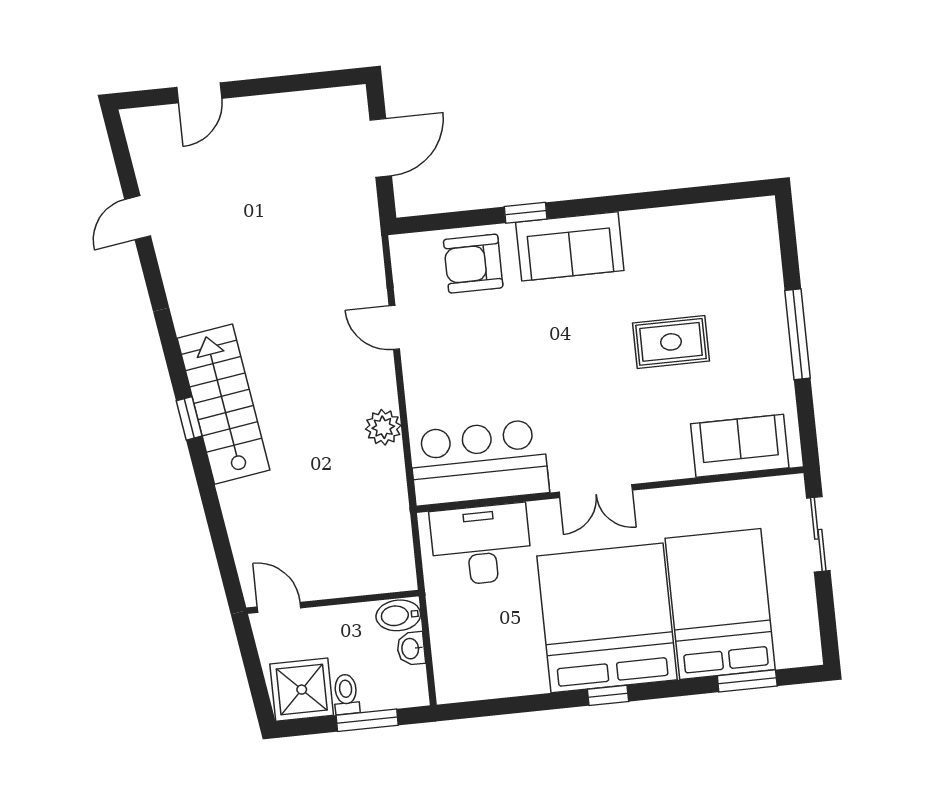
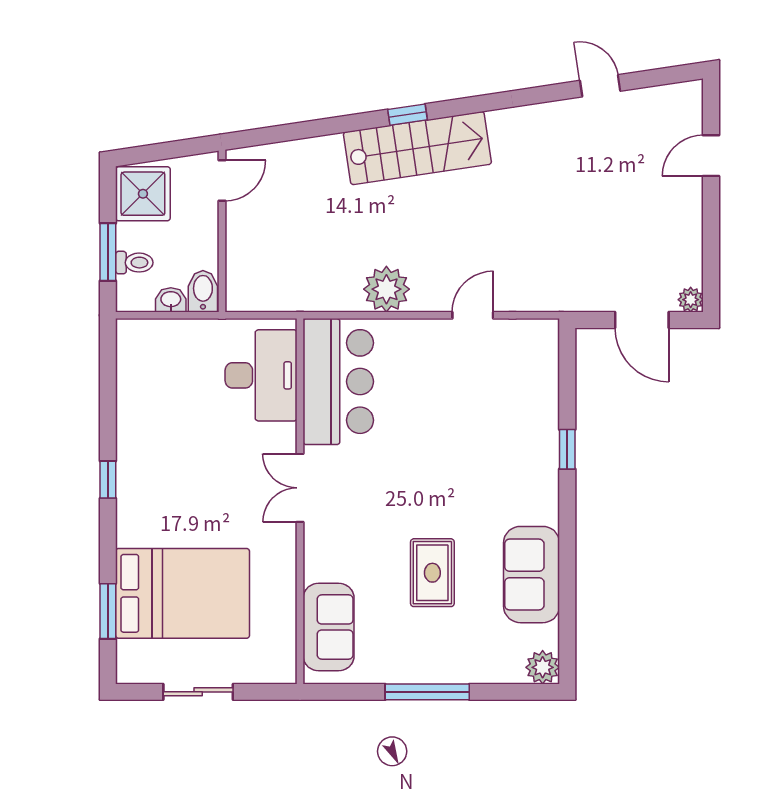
door: (199, 93) -> (711, 156), hinge flipped
plant: (354, 99) -> (691, 300), added
plant: (759, 215) -> (543, 667), added
sofa: (570, 246) -> (532, 575), moved
armchair: (473, 264) -> (525, 395), removed
plant: (383, 427) -> (386, 289), width x1.36, depth x1.36
sliding door: (818, 534) -> (198, 692), moved
bed: (607, 618) -> (180, 486), removed
toilet: (346, 694) -> (134, 263), moved

